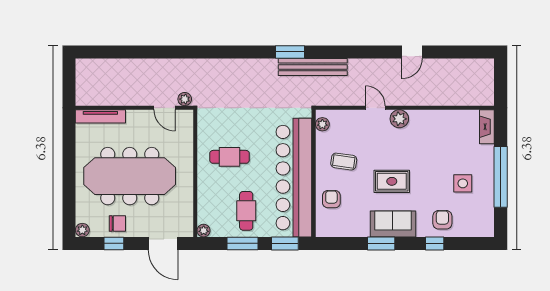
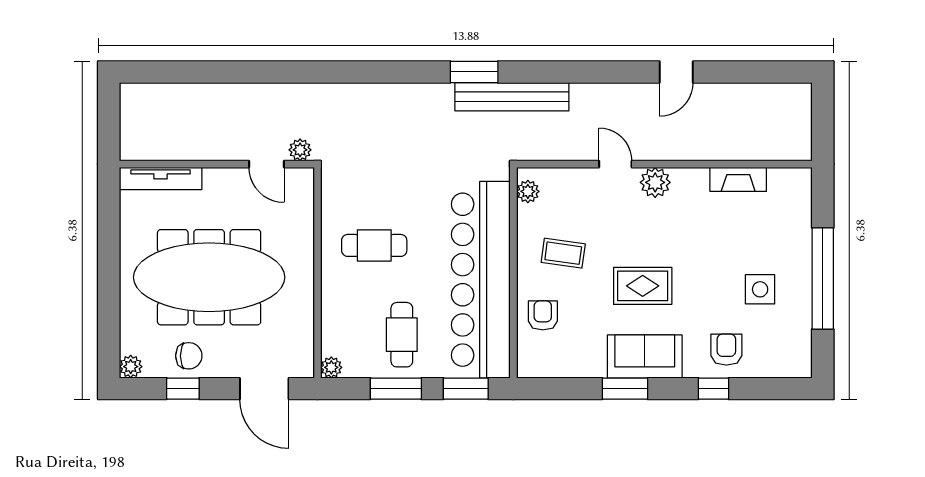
fireplace: (487, 127) -> (738, 179), moved, turned -90

